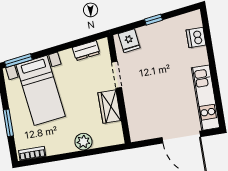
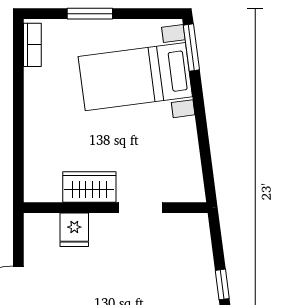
fridge: (129, 41) -> (74, 230), moved, turned -83
dresser: (86, 51) -> (189, 163), removed
plant: (83, 142) -> (38, 134), removed

